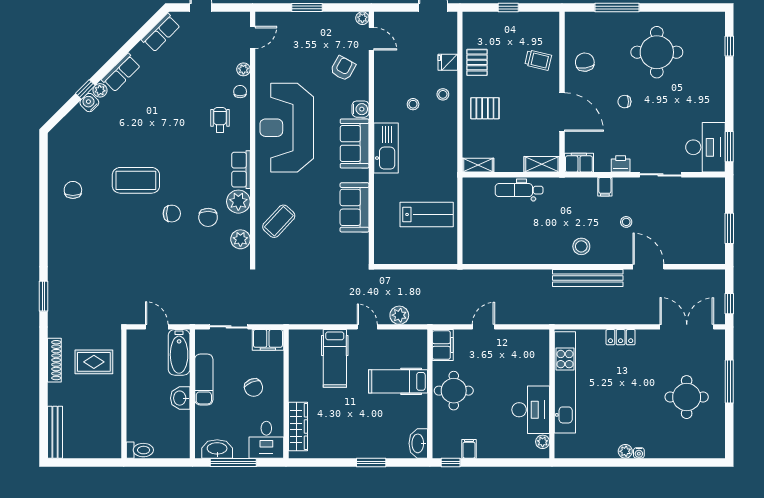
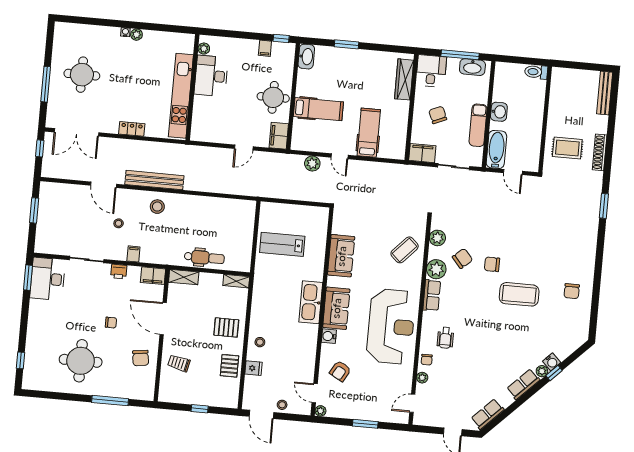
stool: (413, 104) -> (282, 405), moved
chair: (208, 217) -> (462, 258), turned 49

